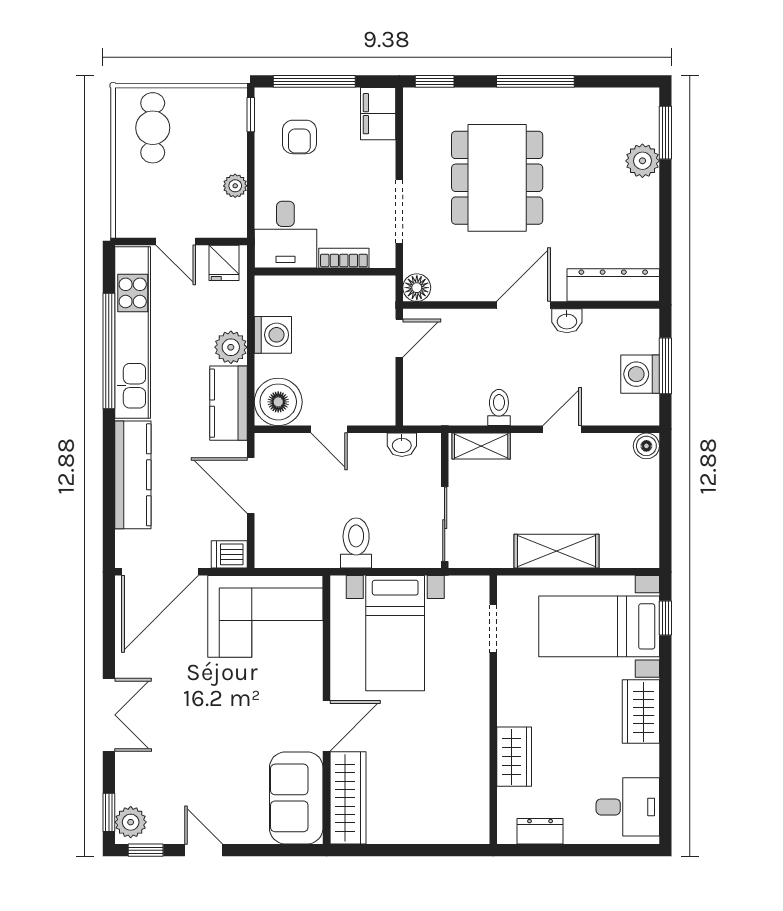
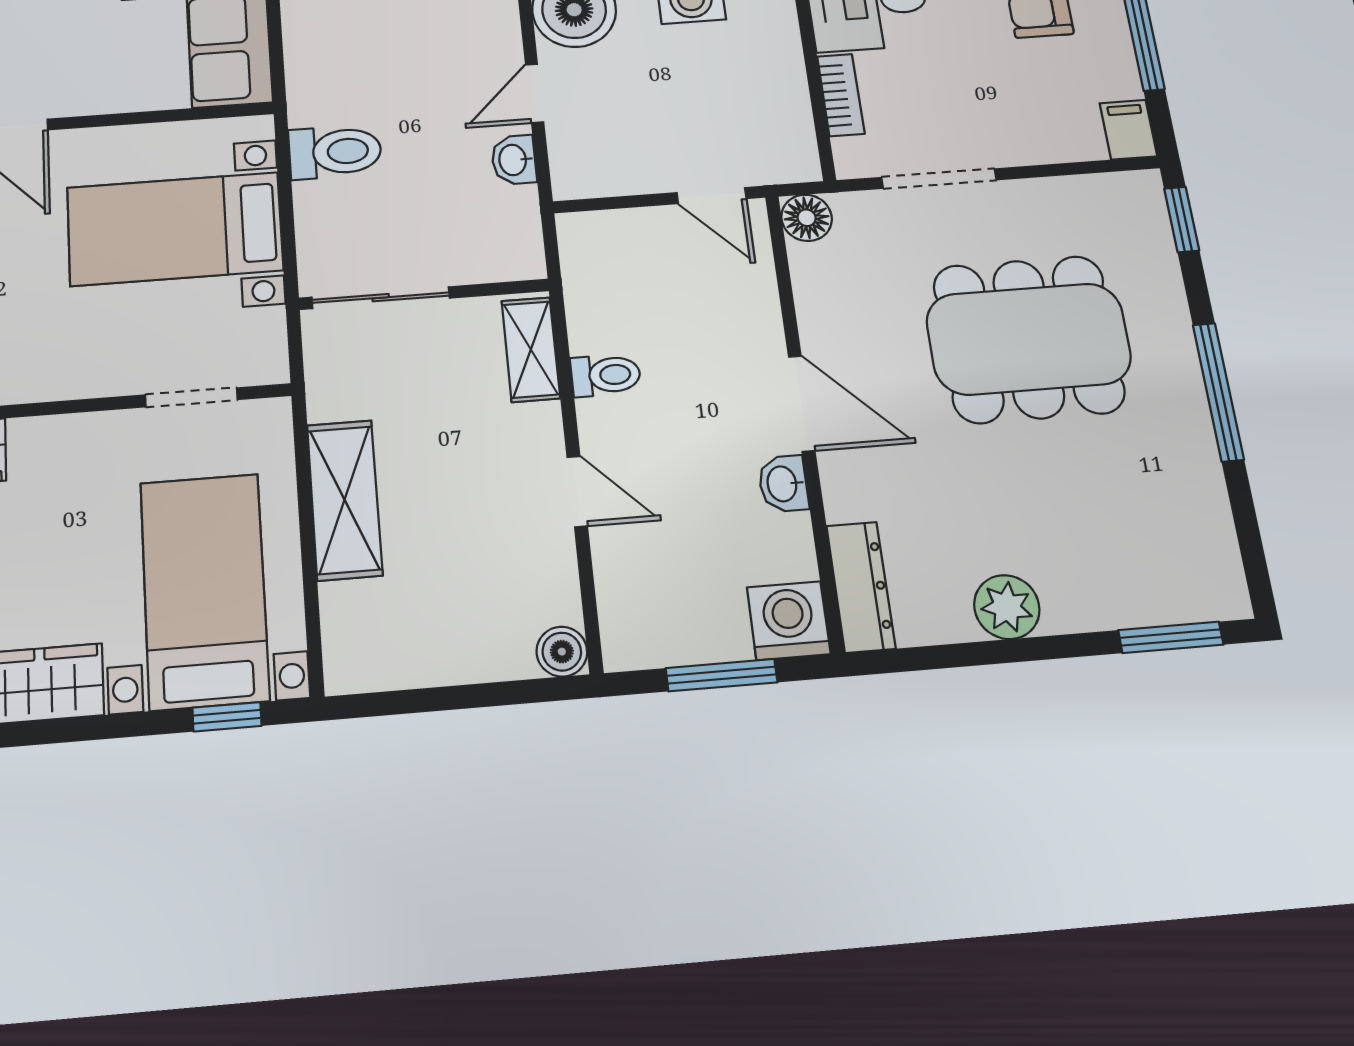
filing cabinet: (378, 114) -> (1128, 130), width x0.50
plant: (642, 161) -> (1007, 607), moved
dresser: (613, 285) -> (861, 587), width x0.73, depth x0.80
washing machine: (640, 374) -> (789, 621), moved
washbasin: (402, 445) -> (514, 160), moved

